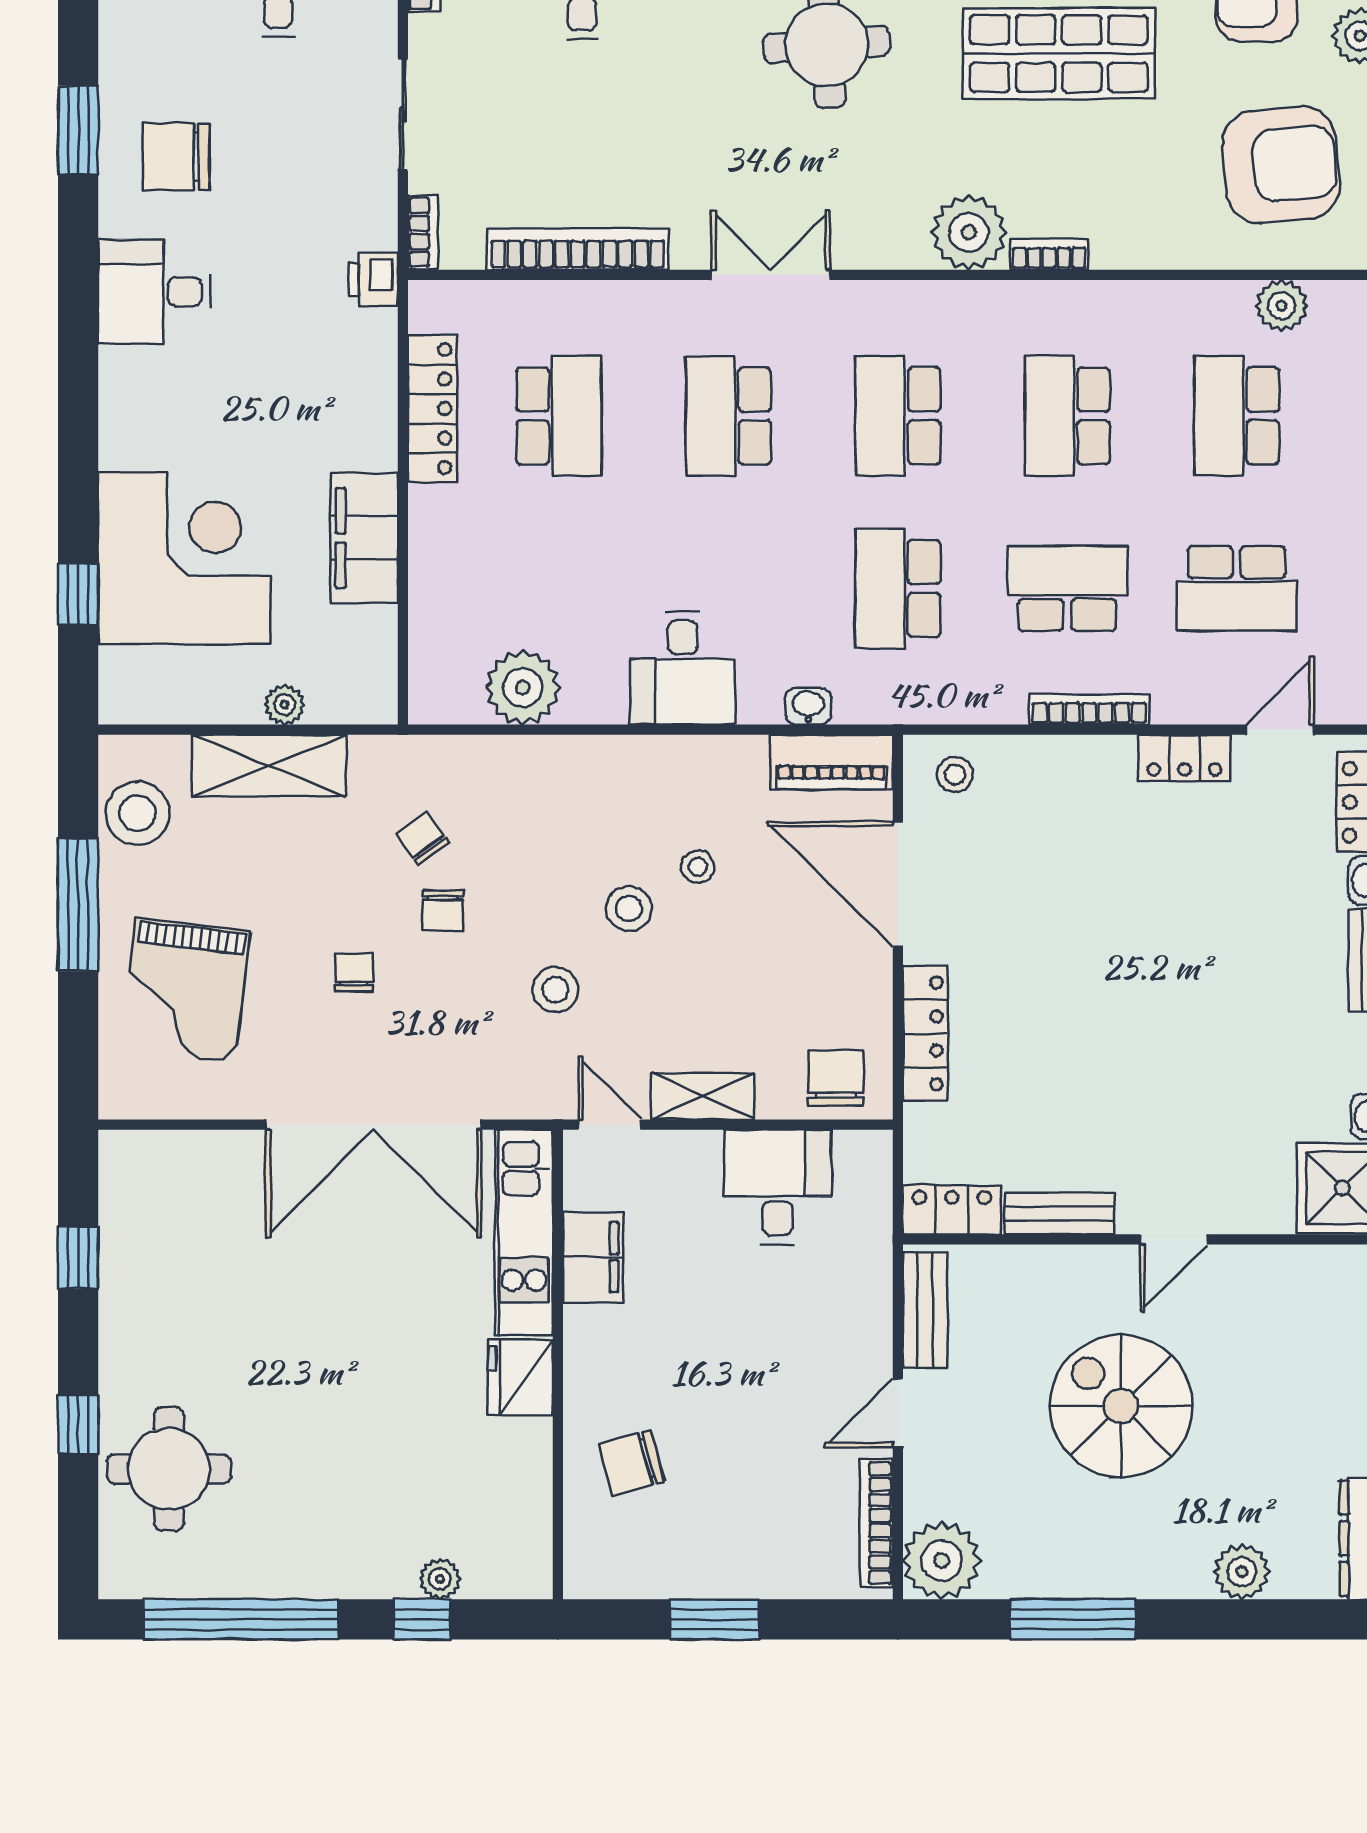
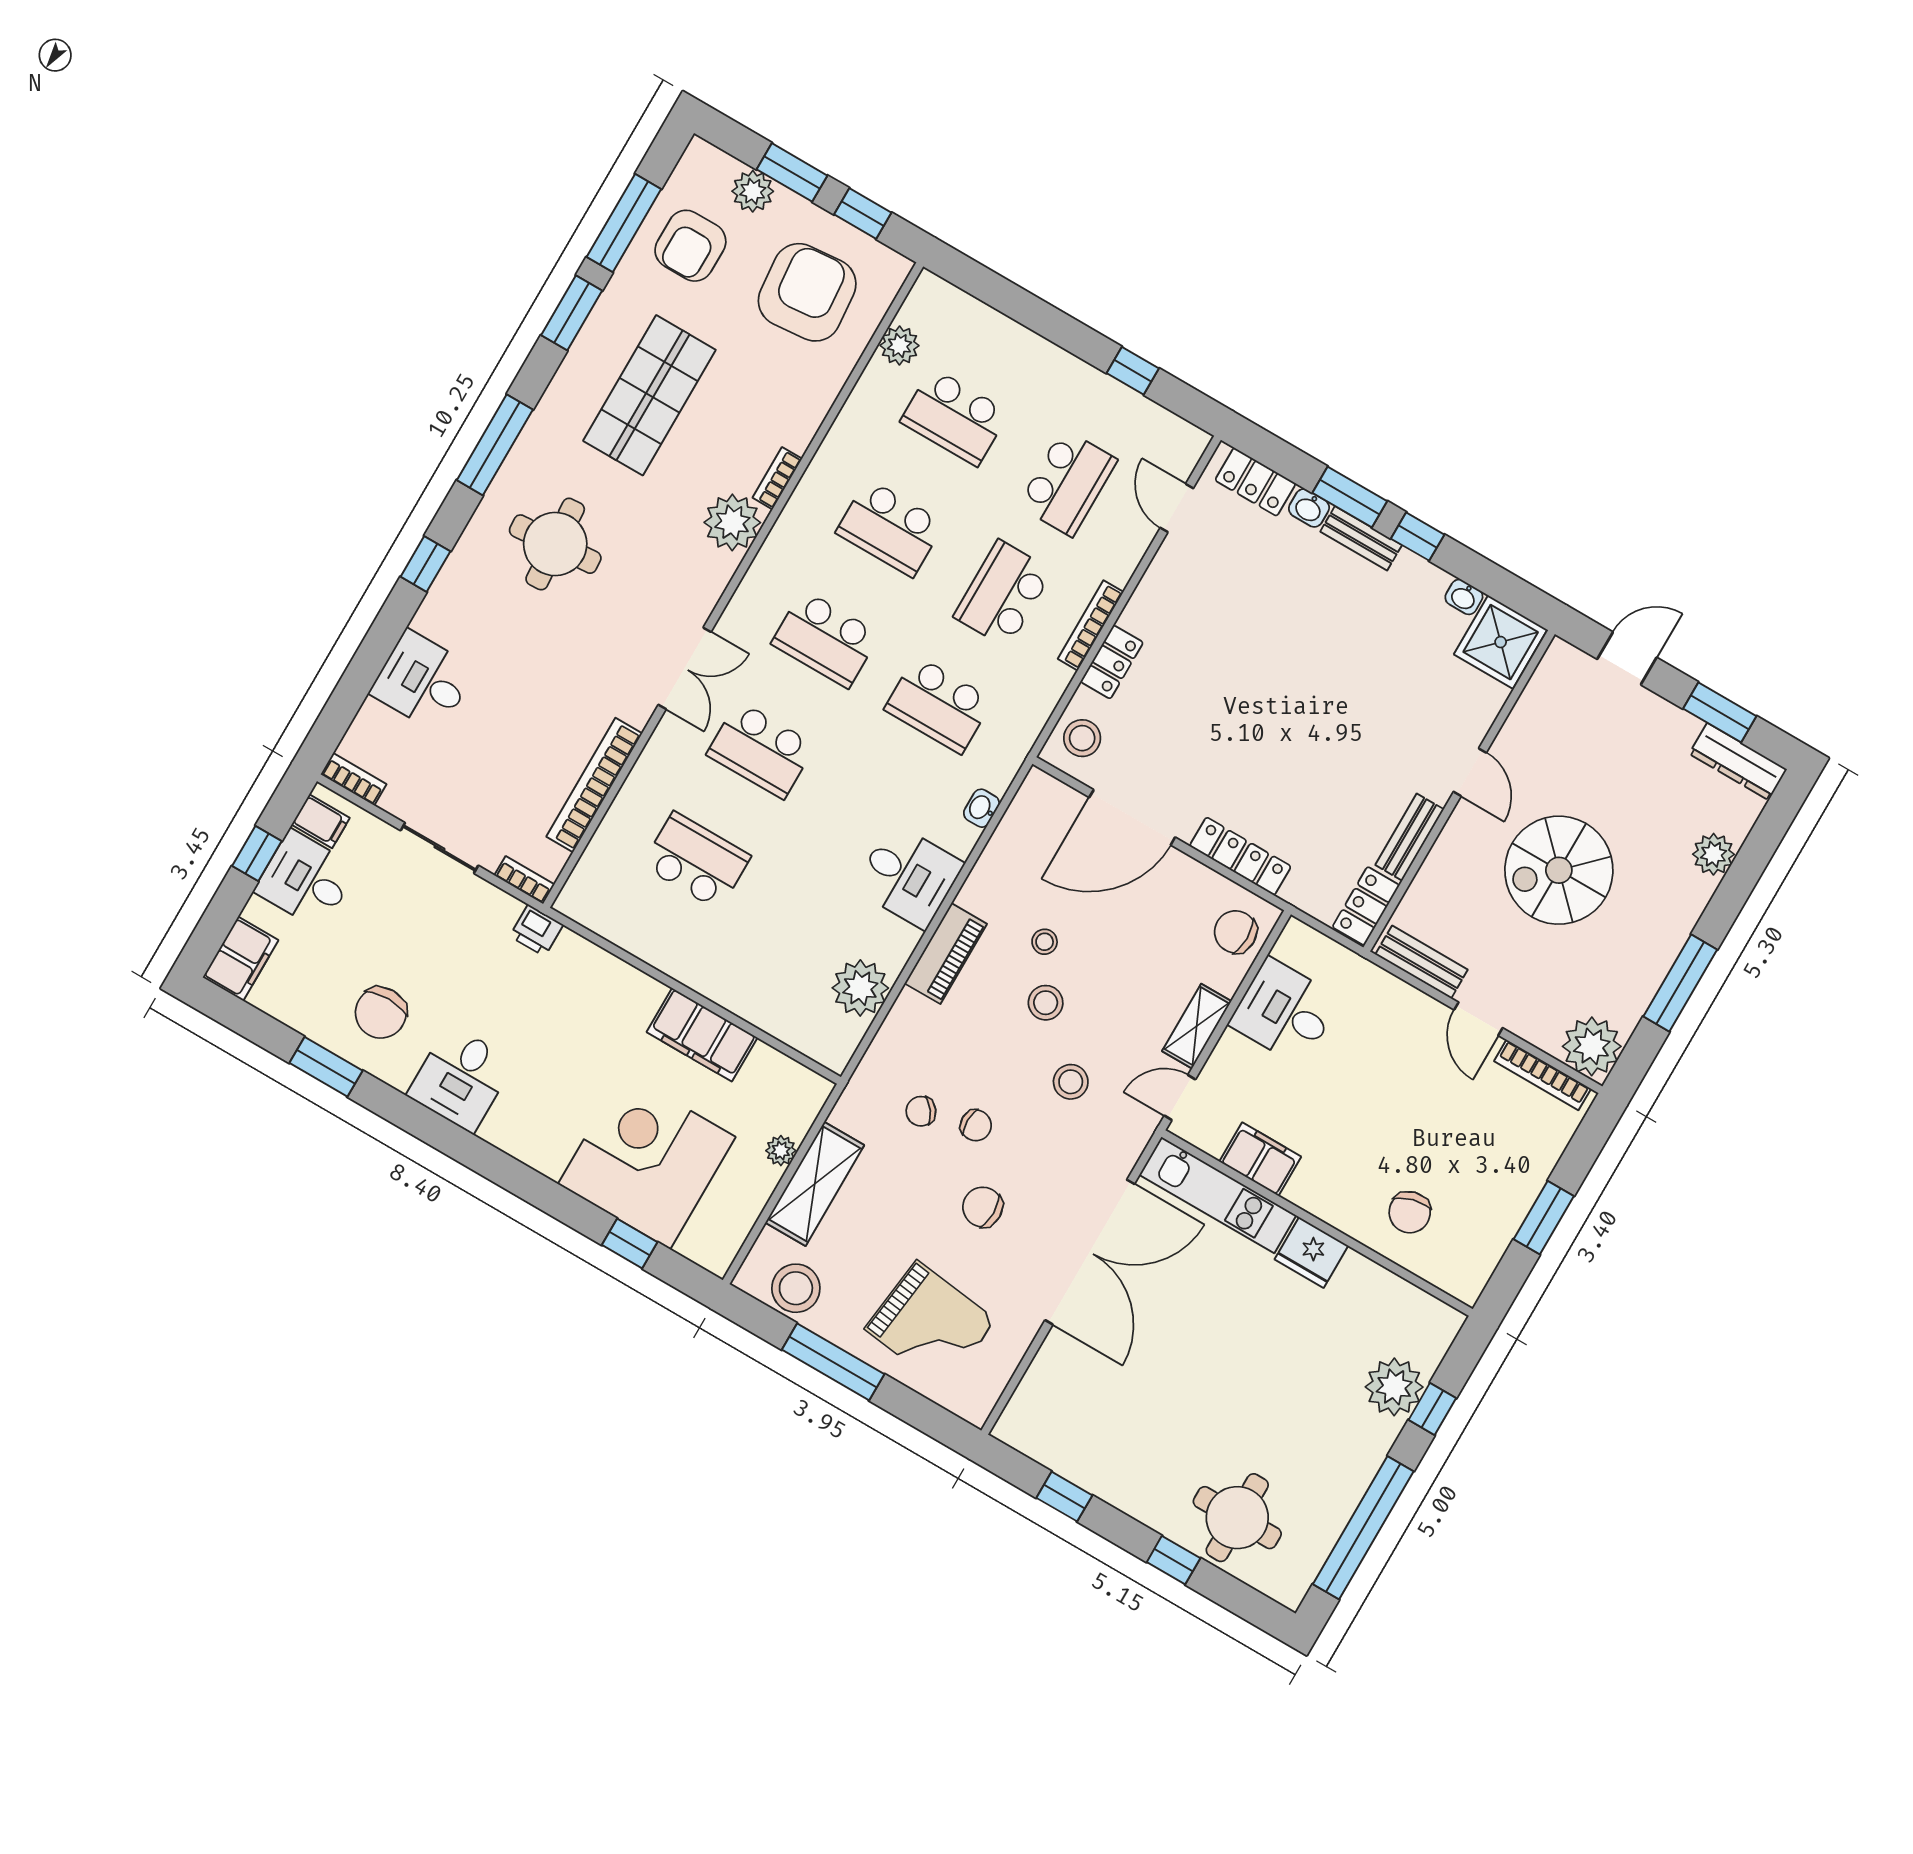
double door: (771, 275) -> (685, 668), swing flipped
locker: (432, 409) -> (643, 941), removed
locker: (1185, 758) -> (1112, 662), moved
piano: (831, 762) -> (946, 954), moved
stool: (955, 775) -> (1082, 738), width x1.37, depth x1.37
chair: (354, 972) -> (983, 1207), width x1.37, depth x1.37
plant: (440, 1579) -> (1394, 1387), width x1.88, depth x1.88

